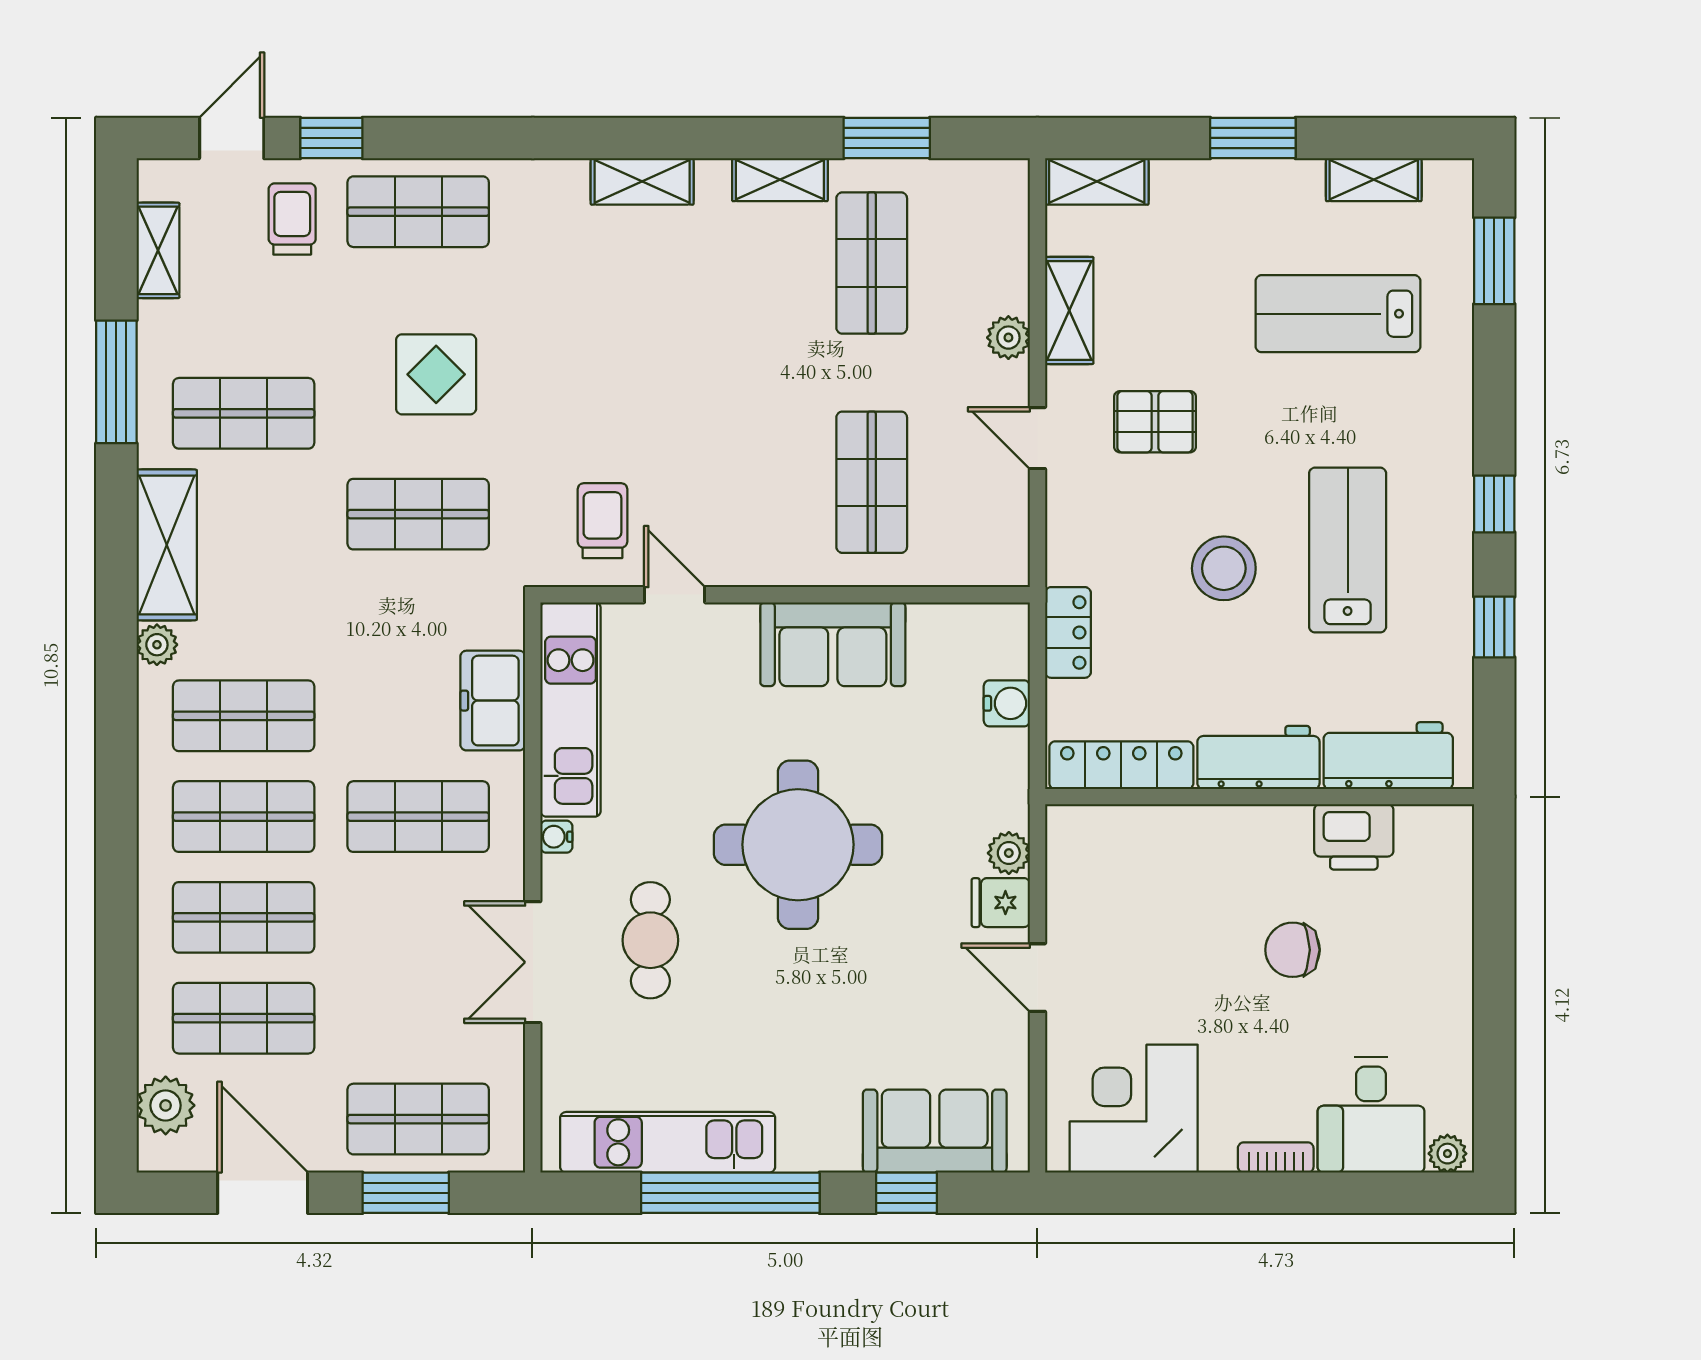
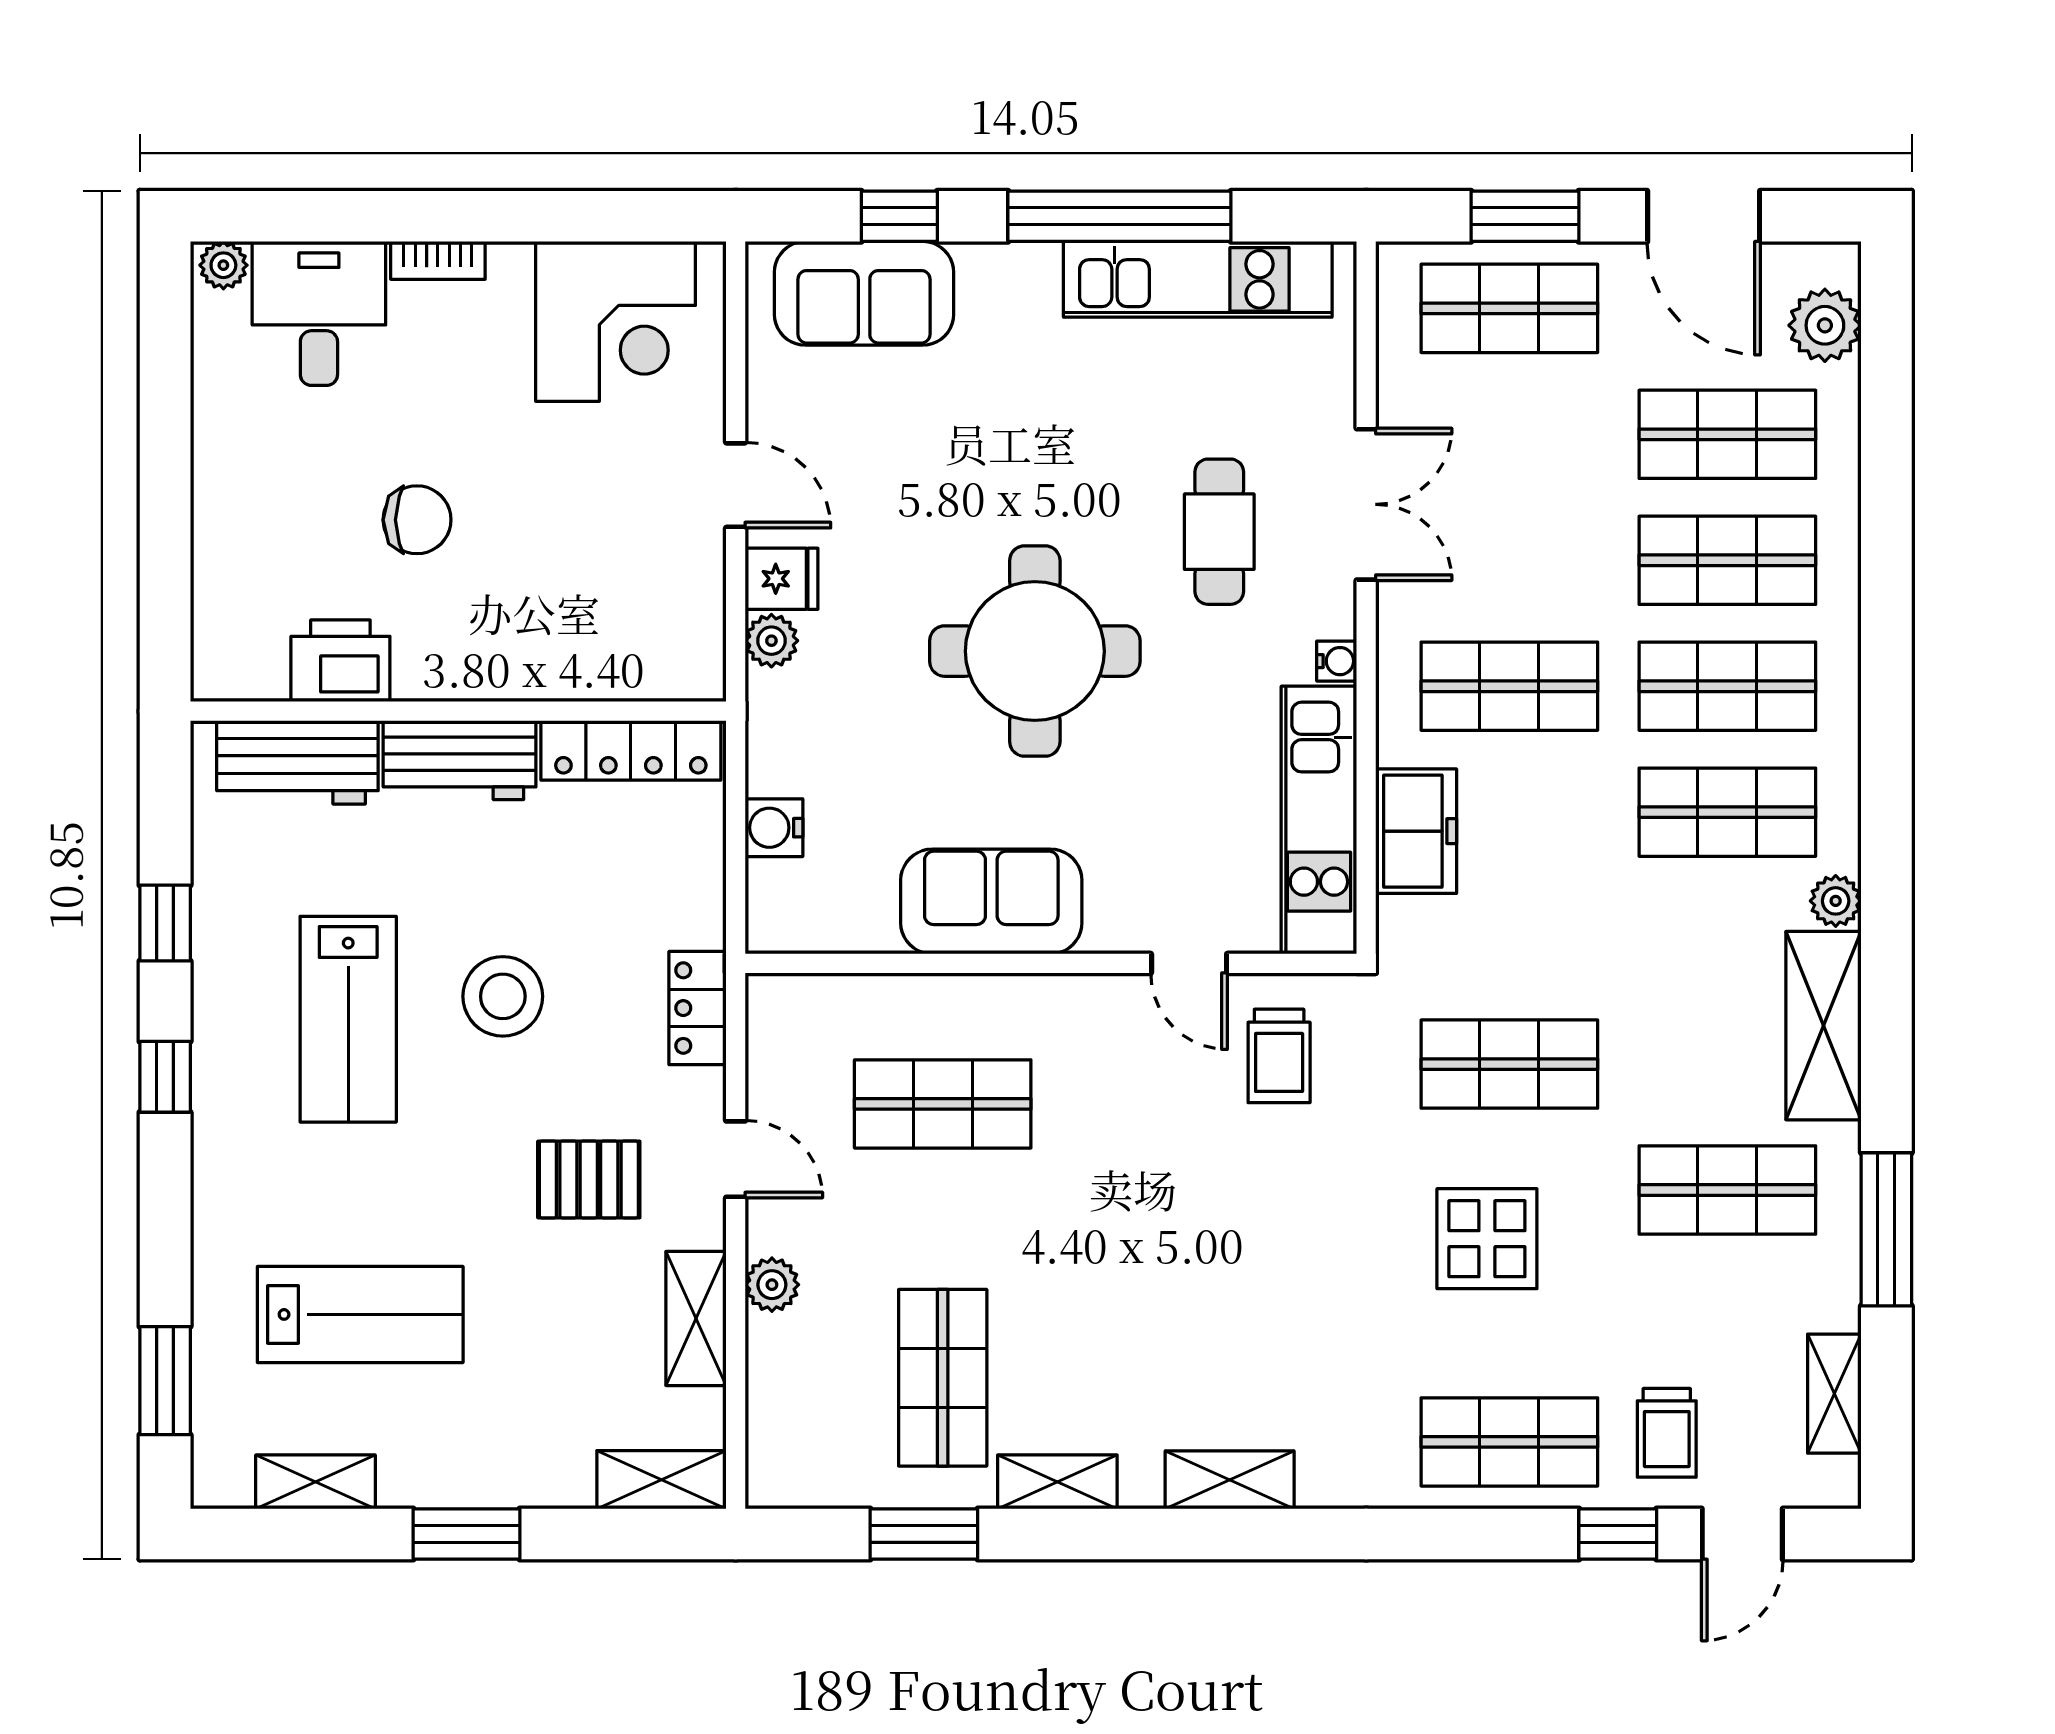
shop shelf: (872, 482) -> (943, 1104), turned 90
locker: (1068, 632) -> (698, 1008), moved

